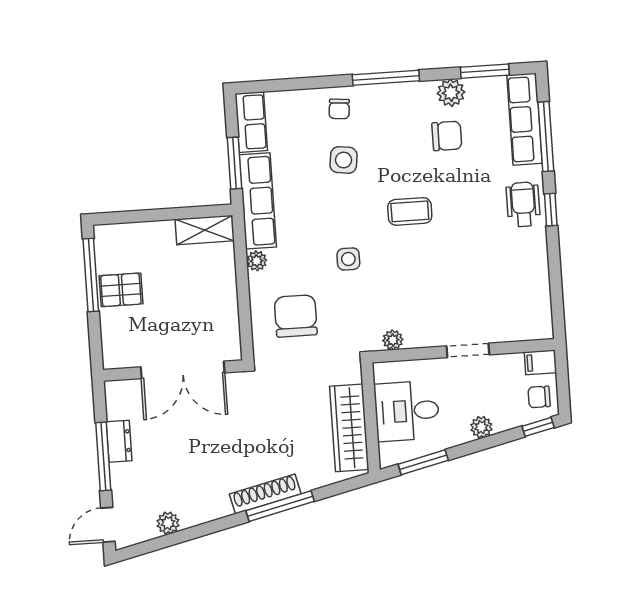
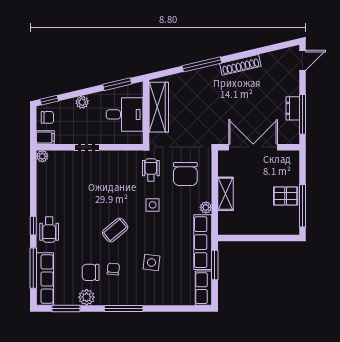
chair: (339, 109) -> (113, 269), moved
coffee table: (410, 211) -> (115, 230), turned -40
shelving: (205, 230) -> (225, 194), moved, turned 90
wheelchair: (355, 319) -> (151, 170), added
plant: (393, 340) -> (42, 156), moved
window: (103, 456) -> (302, 114), moved
shoe rack: (265, 494) -> (240, 65), moved
plant: (168, 523) -> (268, 59), removed

